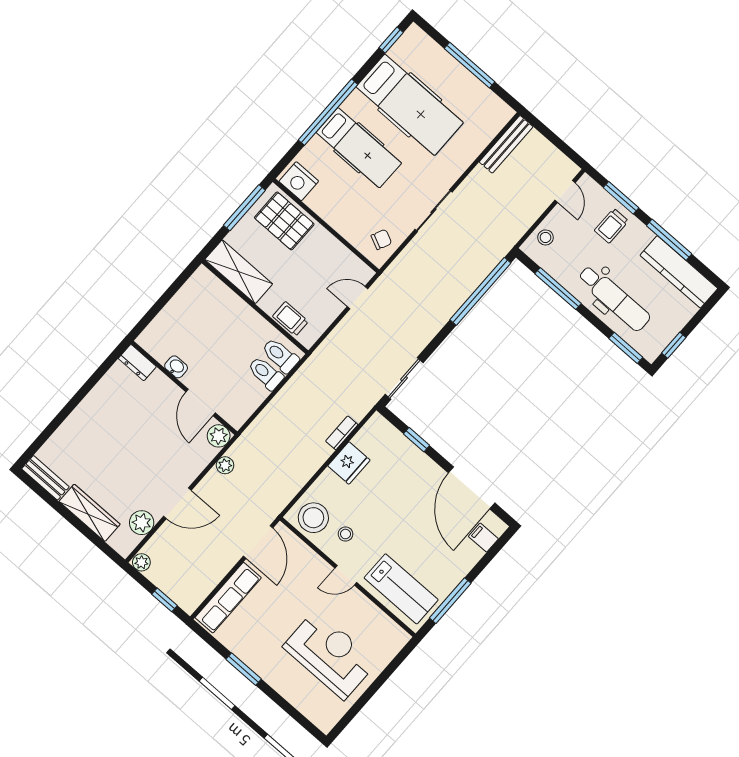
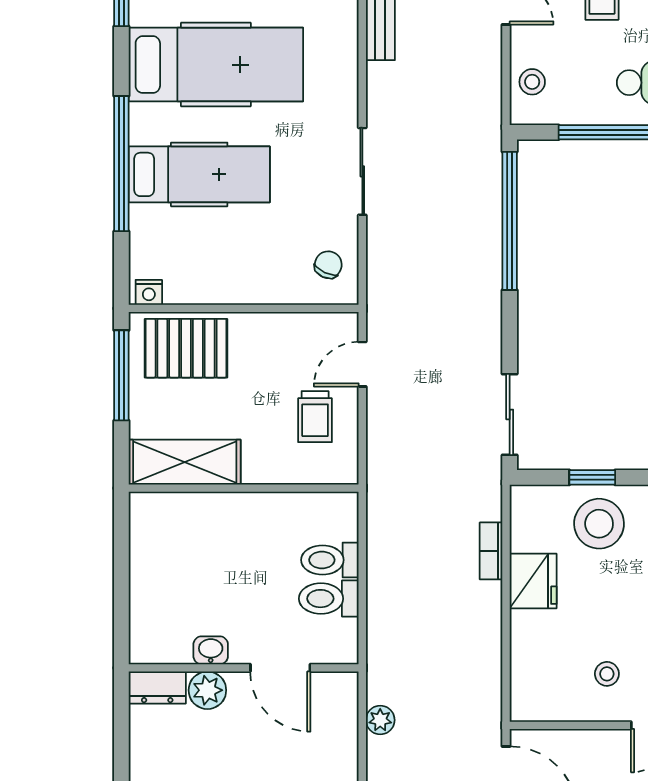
nightstand: (299, 181) -> (149, 292), width x0.53, depth x0.56
trolley: (290, 319) -> (315, 417), moved, turned -90
toilet: (280, 355) -> (329, 599), moved
plant: (219, 436) -> (207, 690), moved
stool: (313, 518) -> (599, 524), moved

